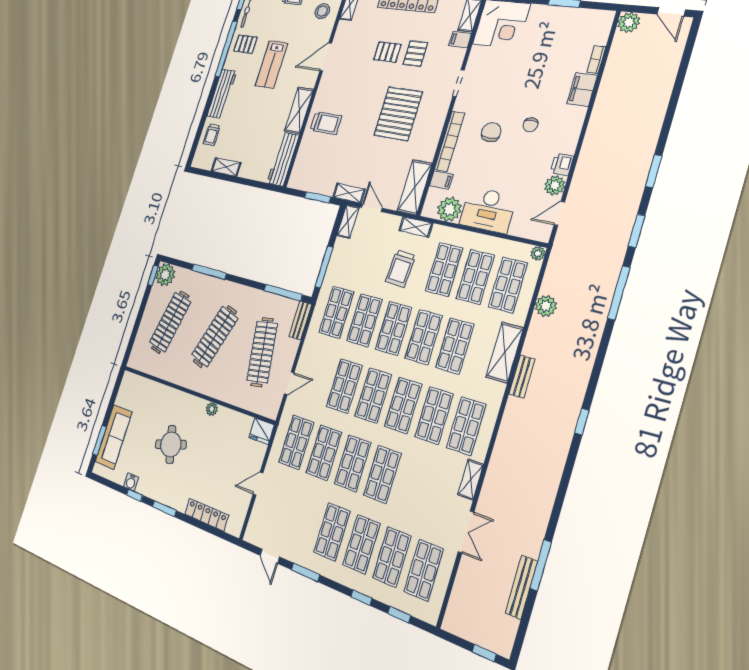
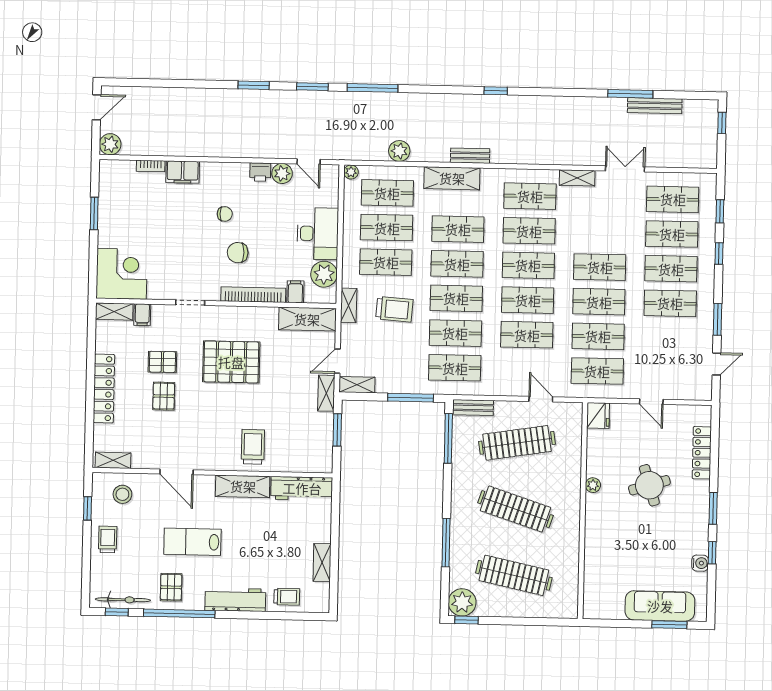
lab bench: (272, 65) -> (192, 542), turned 180
round table: (171, 444) -> (649, 485), moved

